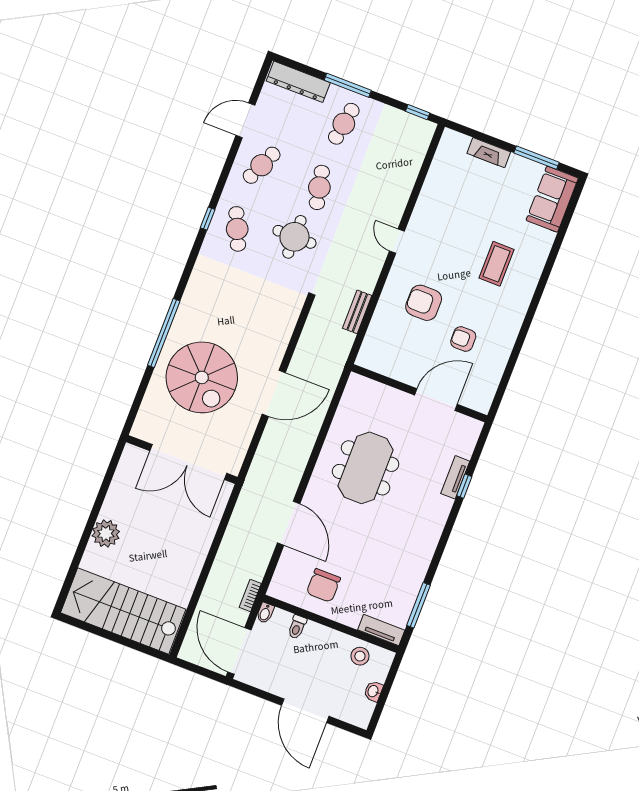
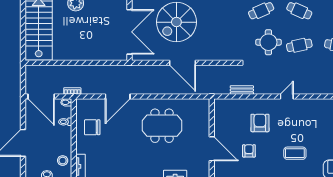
double door: (188, 462) -> (130, 32), swing flipped
door: (239, 651) -> (41, 97), swing flipped

